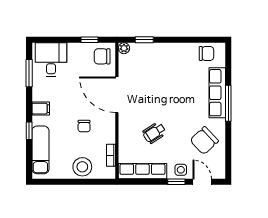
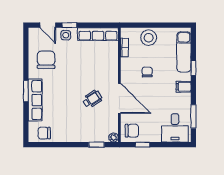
window: (228, 103) -> (26, 91), width x0.69
wheelchair: (154, 133) -> (92, 99), moved
chair: (204, 141) -> (46, 60), turned -47

